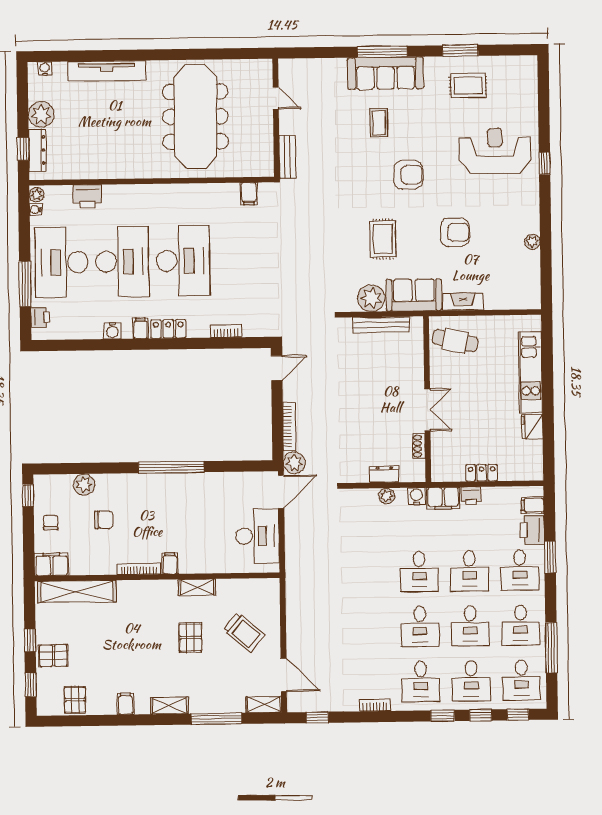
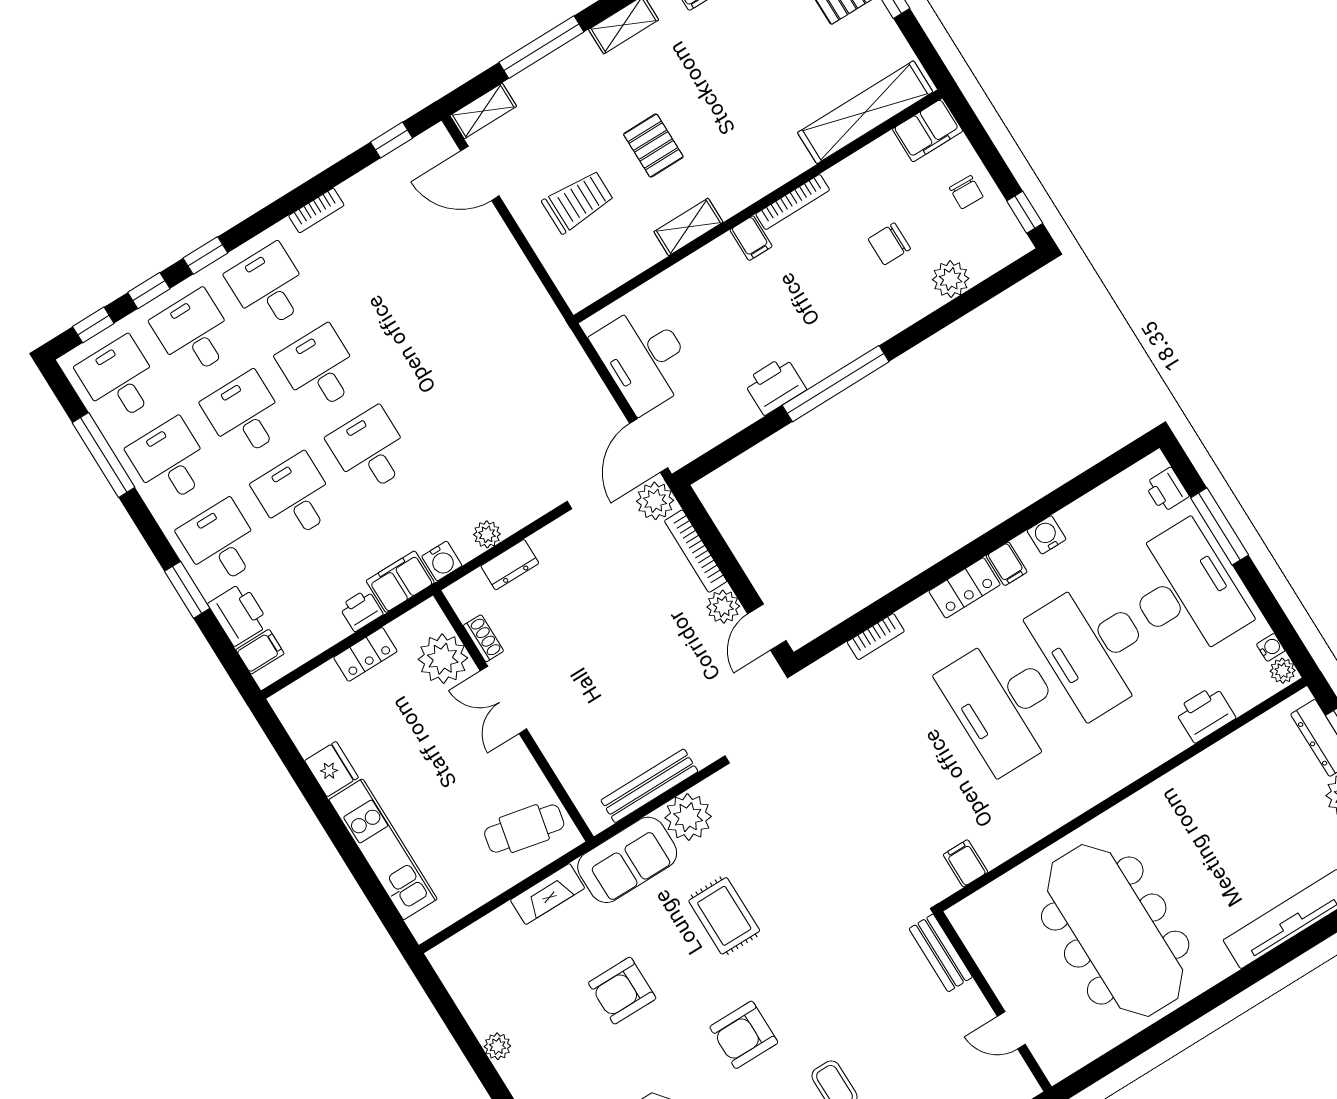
plant: (292, 391) -> (723, 607), added
plant: (445, 448) -> (443, 659), added
printer: (202, 484) -> (775, 385), added
trolley: (244, 632) -> (578, 202), turned 140

